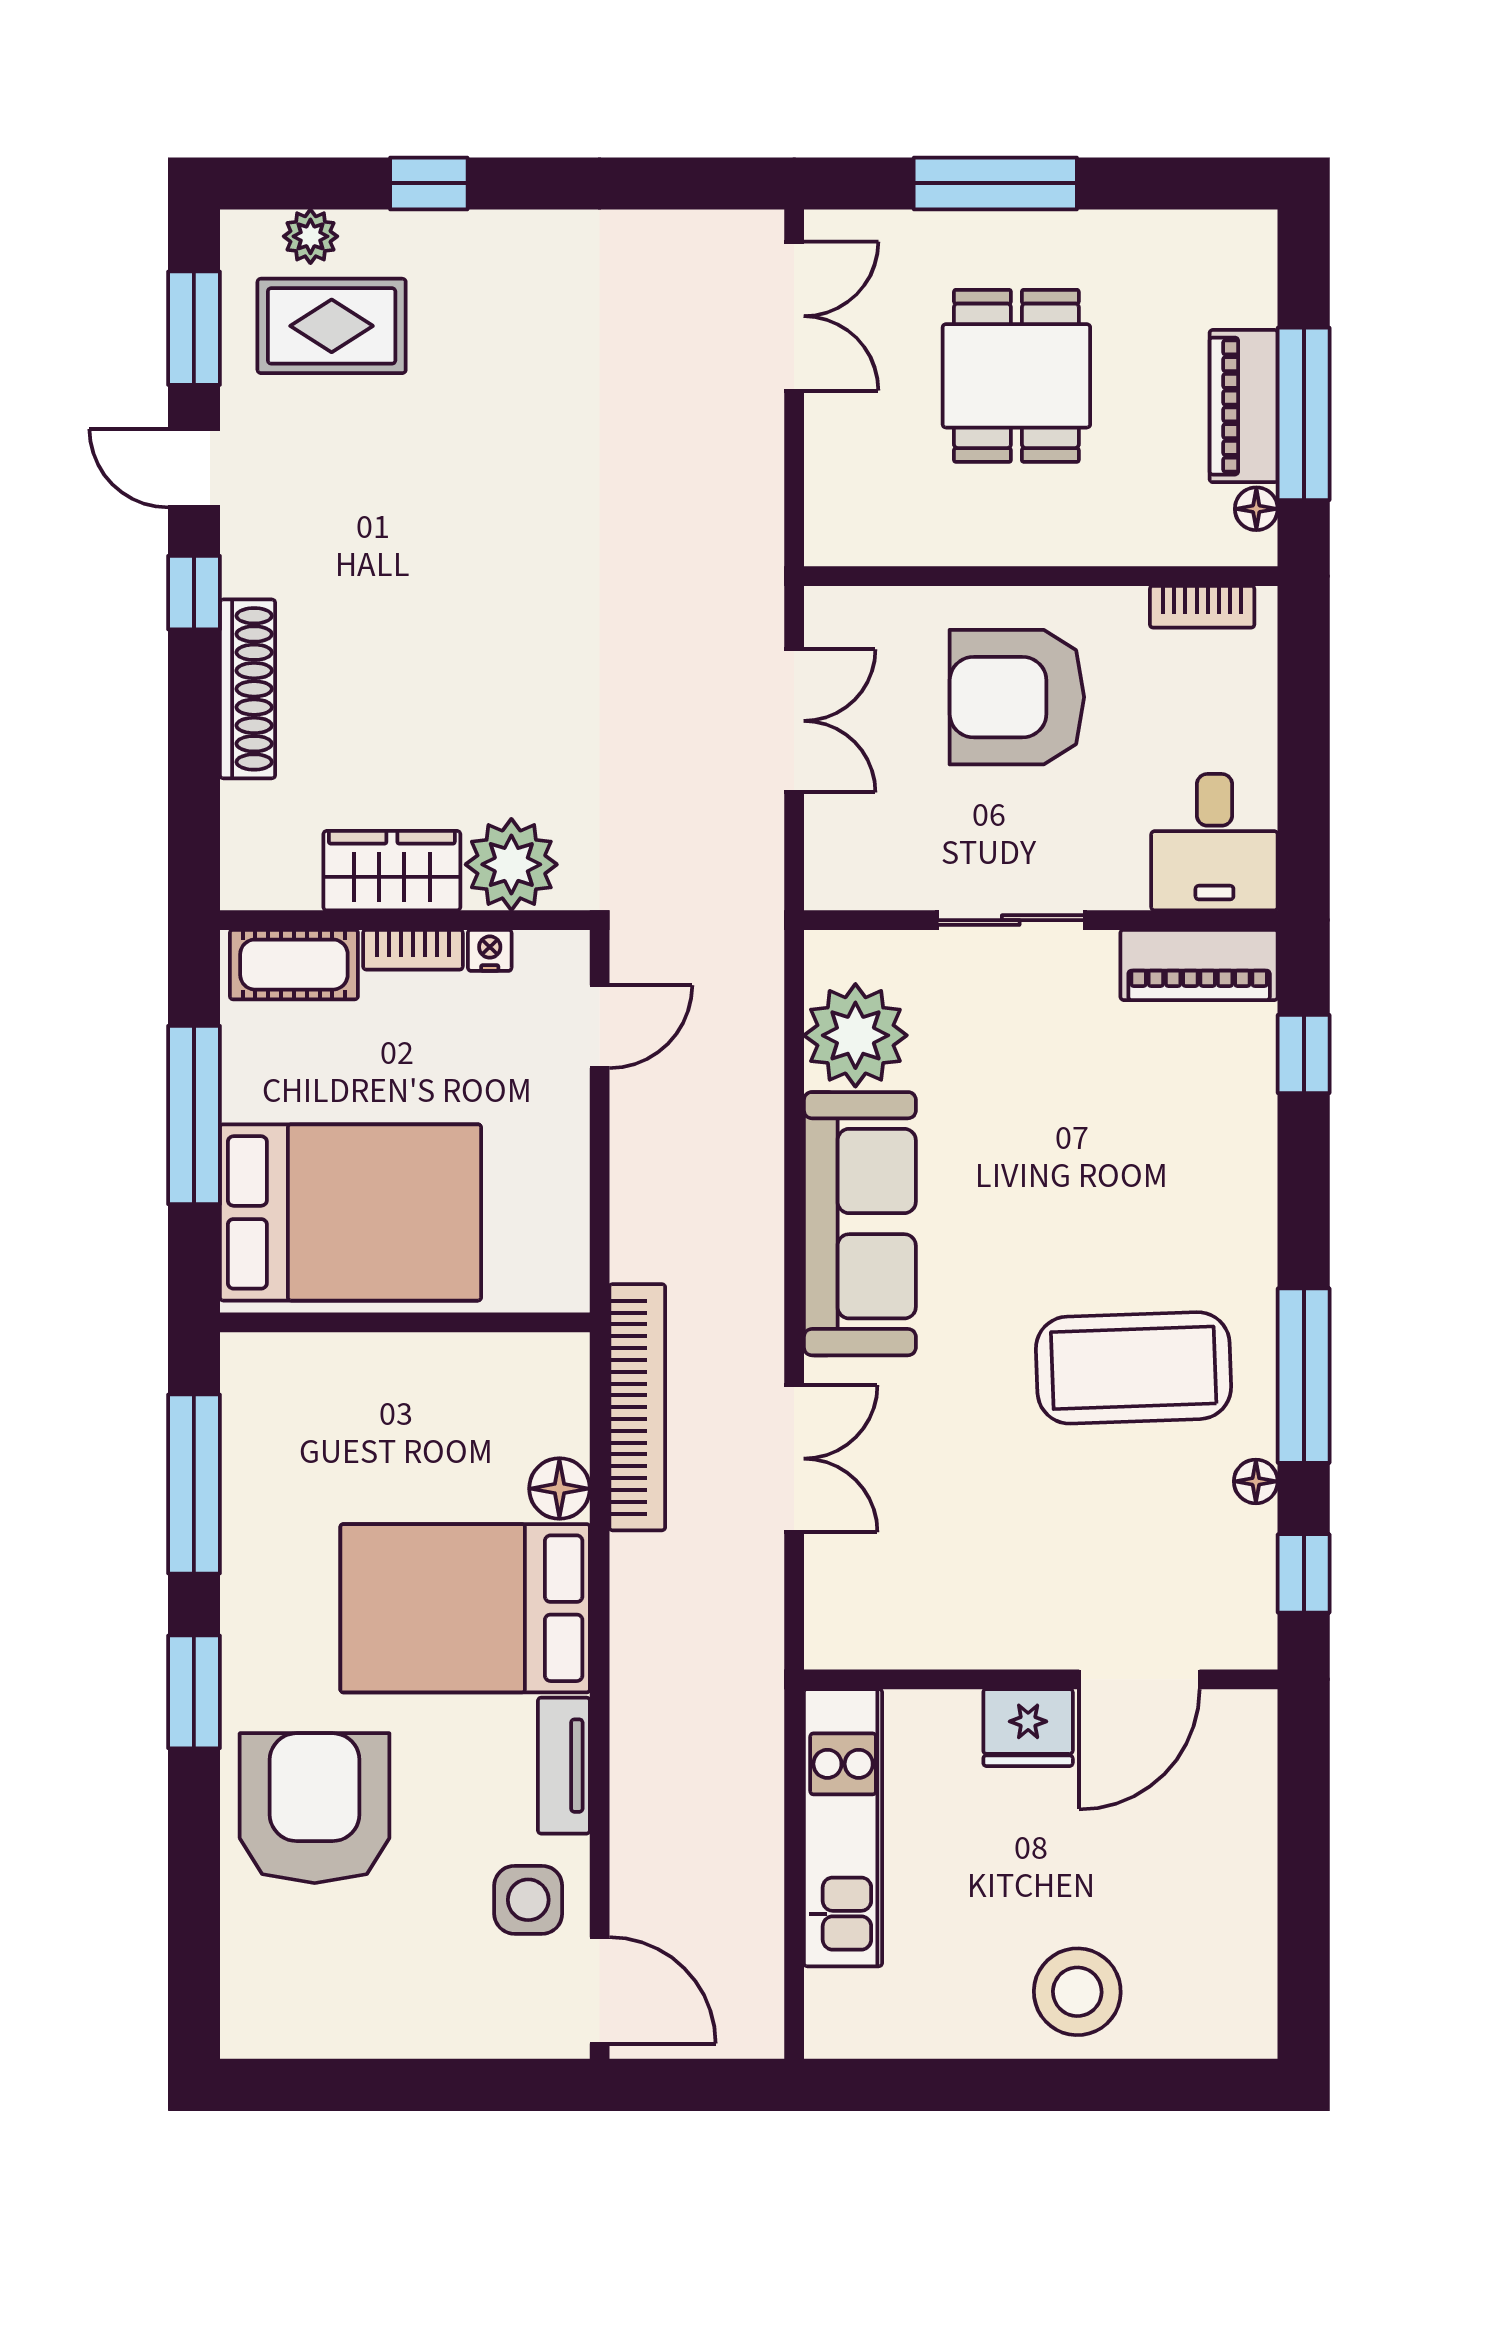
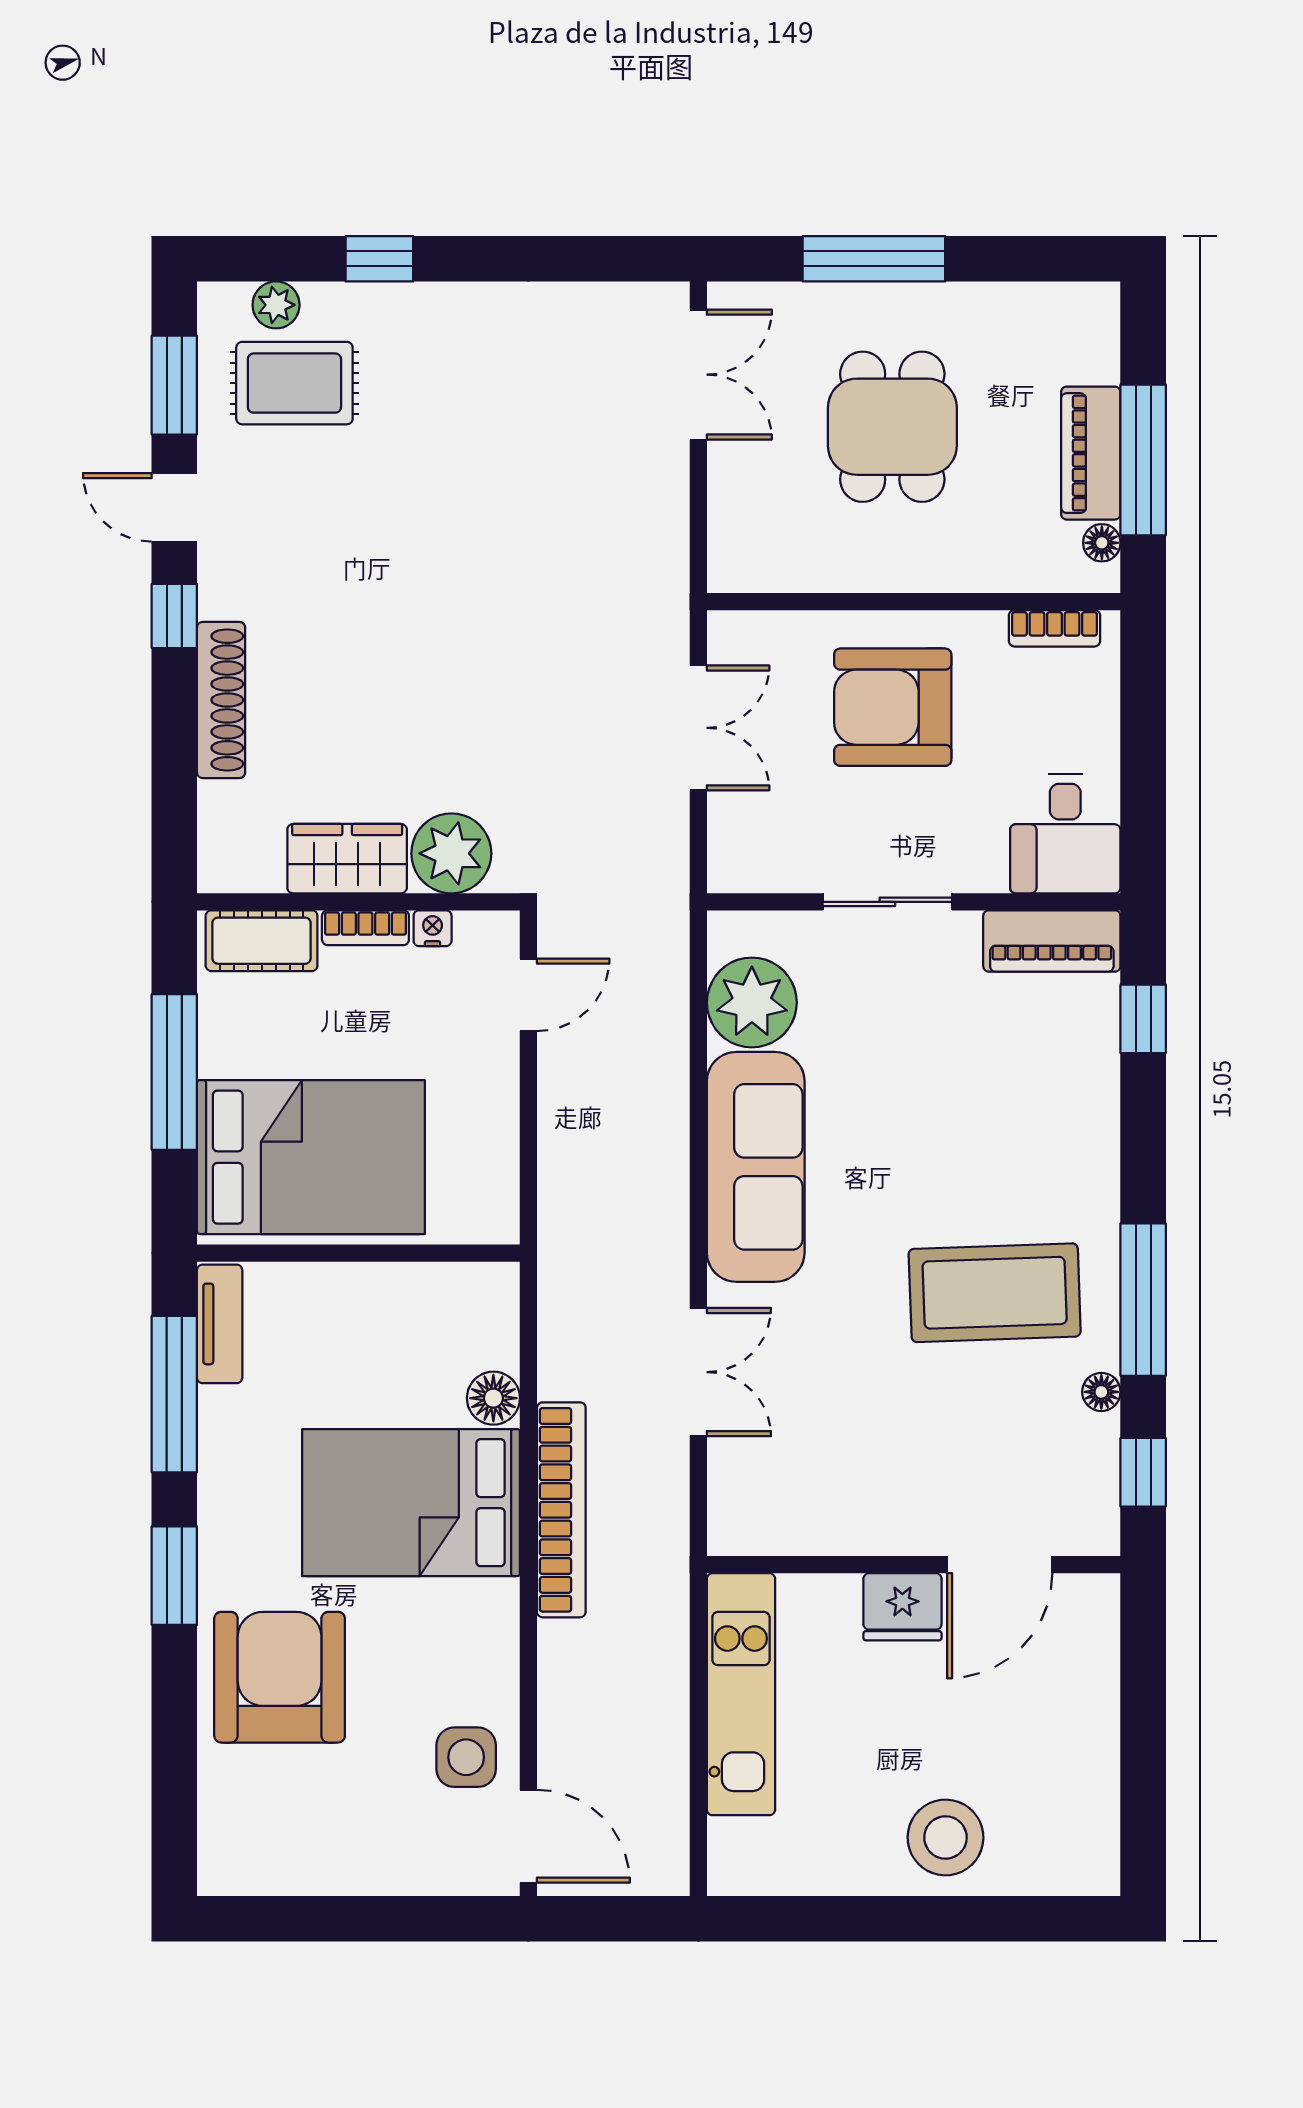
bookcase: (637, 1407) -> (561, 1510), moved
tv unit: (564, 1766) -> (220, 1324), moved, turned 180

